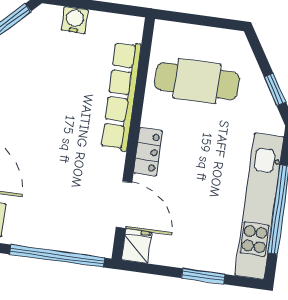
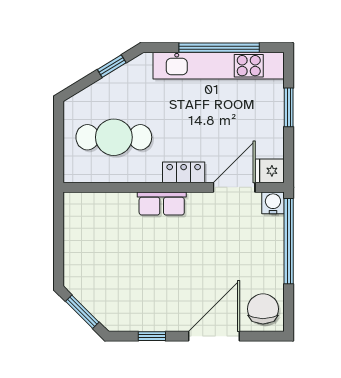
water cooler: (75, 20) -> (273, 203), moved, turned 90
cafe table: (197, 81) -> (114, 137), turned 90
row of seats: (121, 96) -> (162, 204), width x0.50

